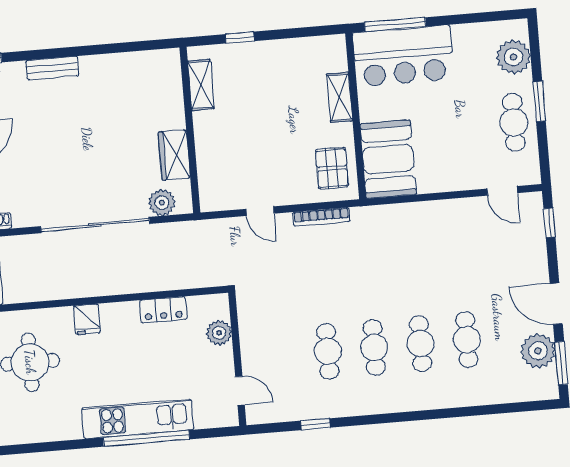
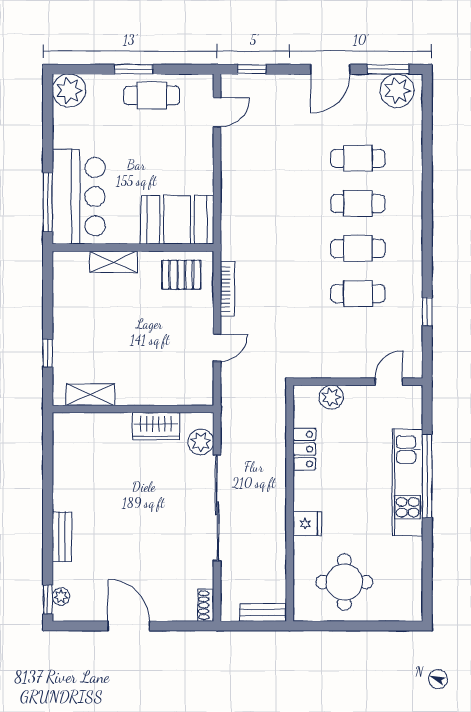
plant: (513, 57) -> (69, 90), moved
plant: (538, 351) -> (397, 91), moved

